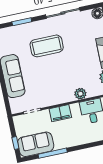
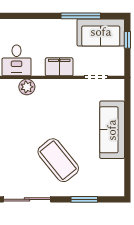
coffee table: (47, 46) -> (58, 160), turned 51

